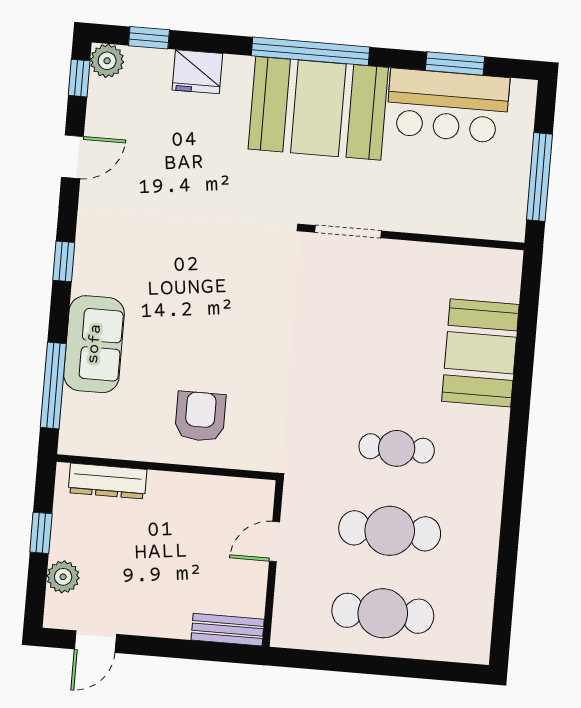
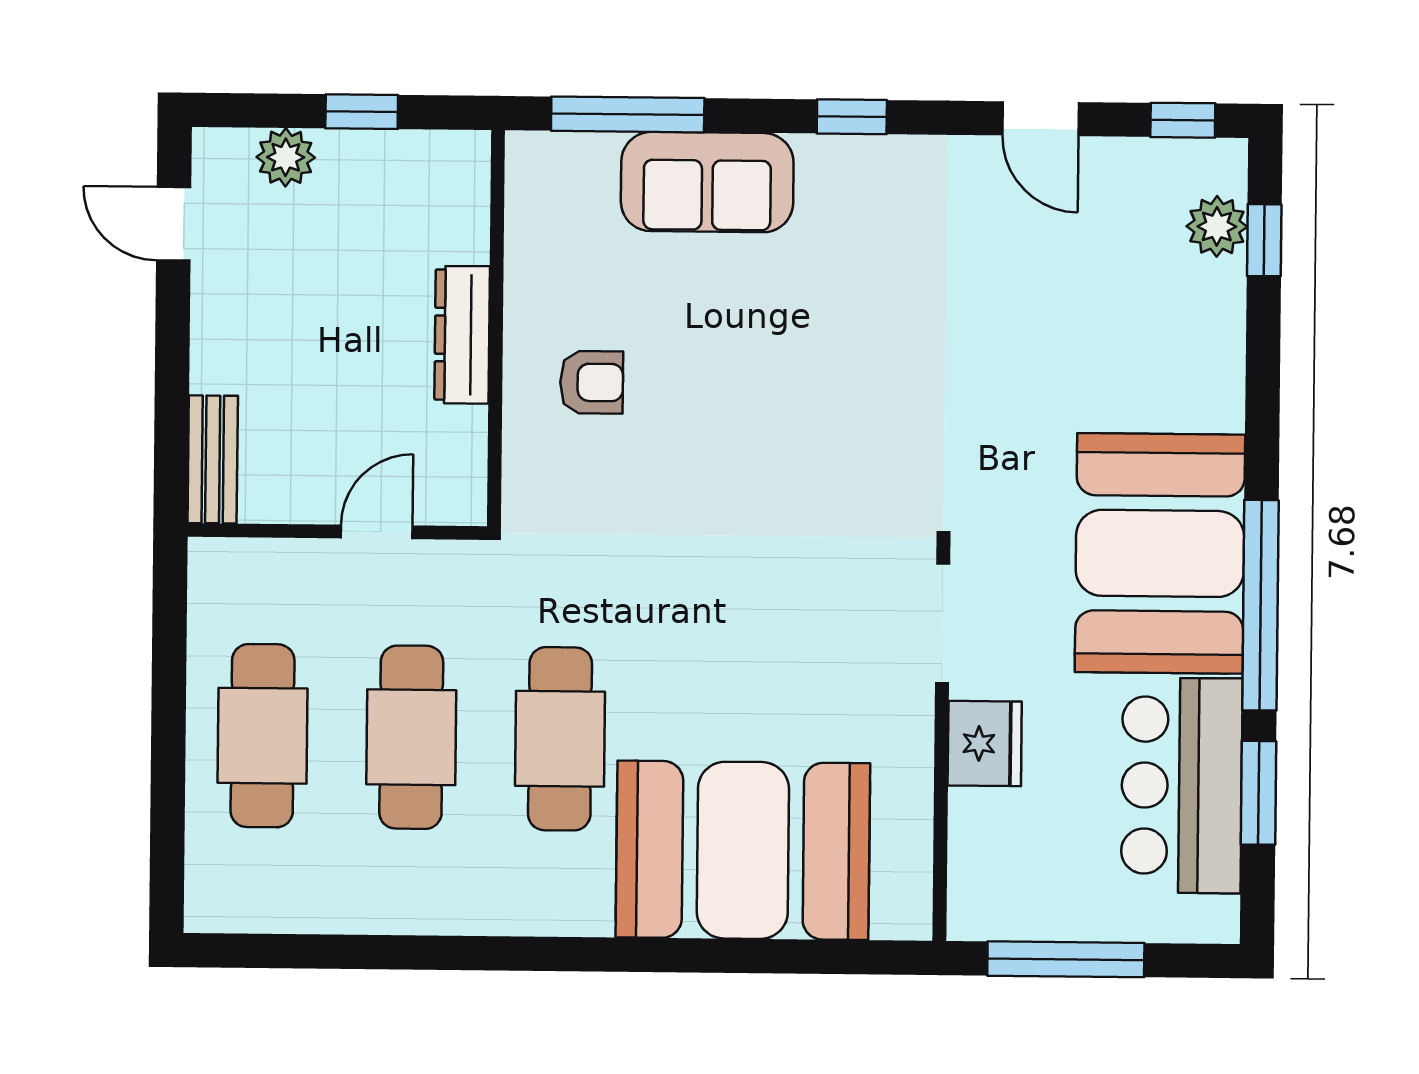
window: (310, 51) -> (1260, 605), moved
plant: (107, 61) -> (1217, 226), moved
fridge: (197, 72) -> (985, 743), moved, turned 180
booth: (480, 353) -> (743, 850), width x1.36, depth x1.42
armchair: (200, 416) -> (592, 382), width x0.72, depth x0.72
cafe table: (397, 448) -> (560, 739), width x1.37, depth x1.35
dresser: (108, 481) -> (462, 335), moved
door: (274, 542) -> (377, 532), hinge flipped

